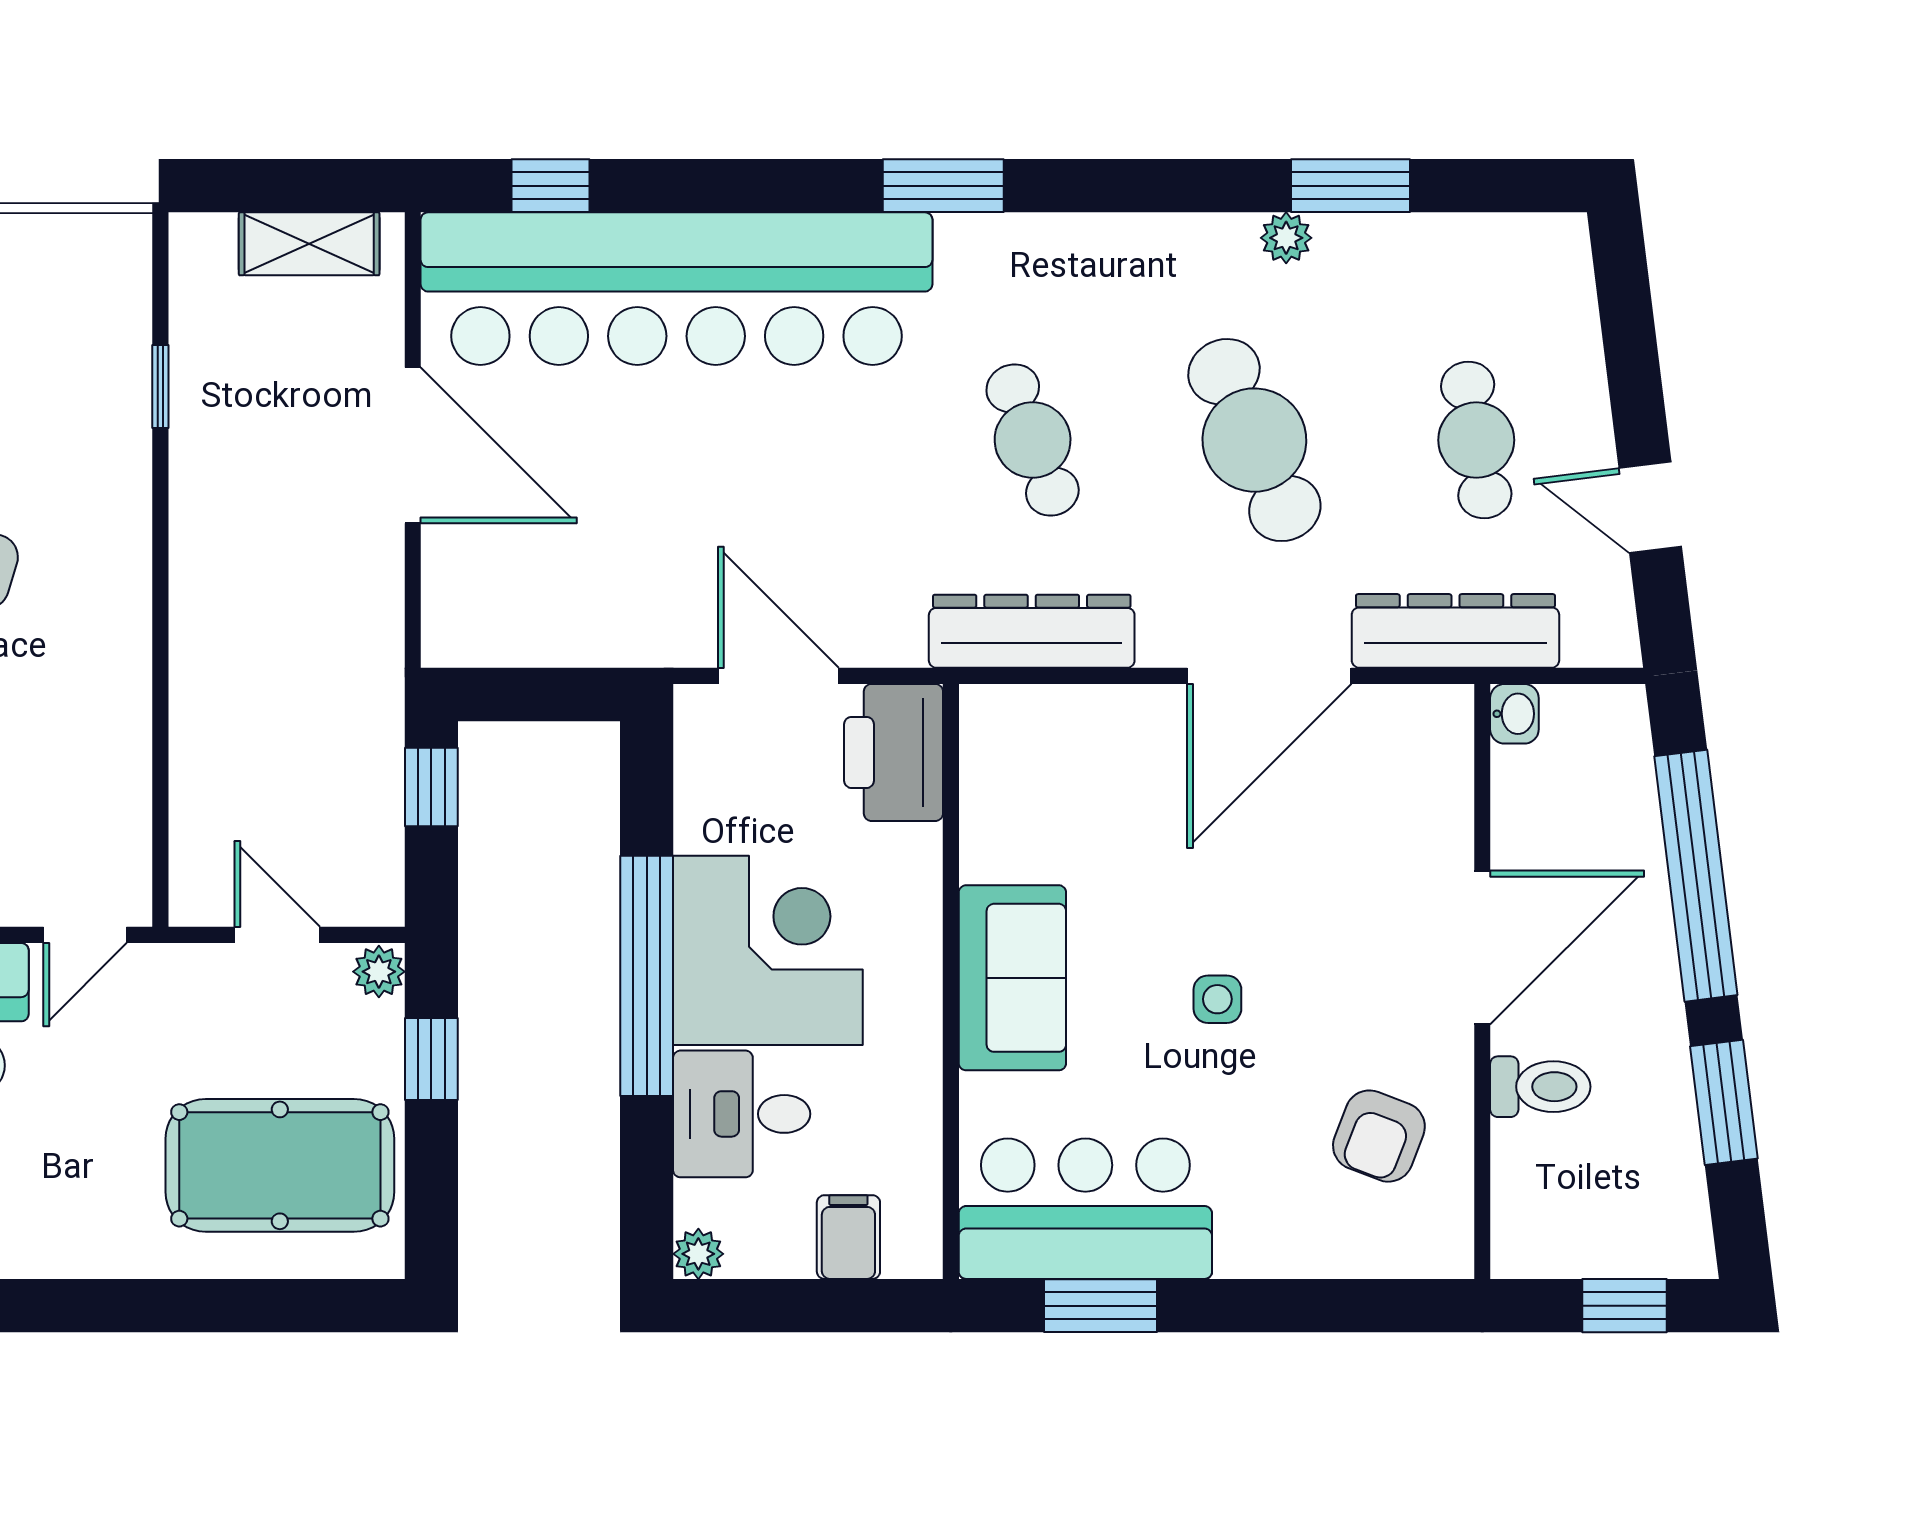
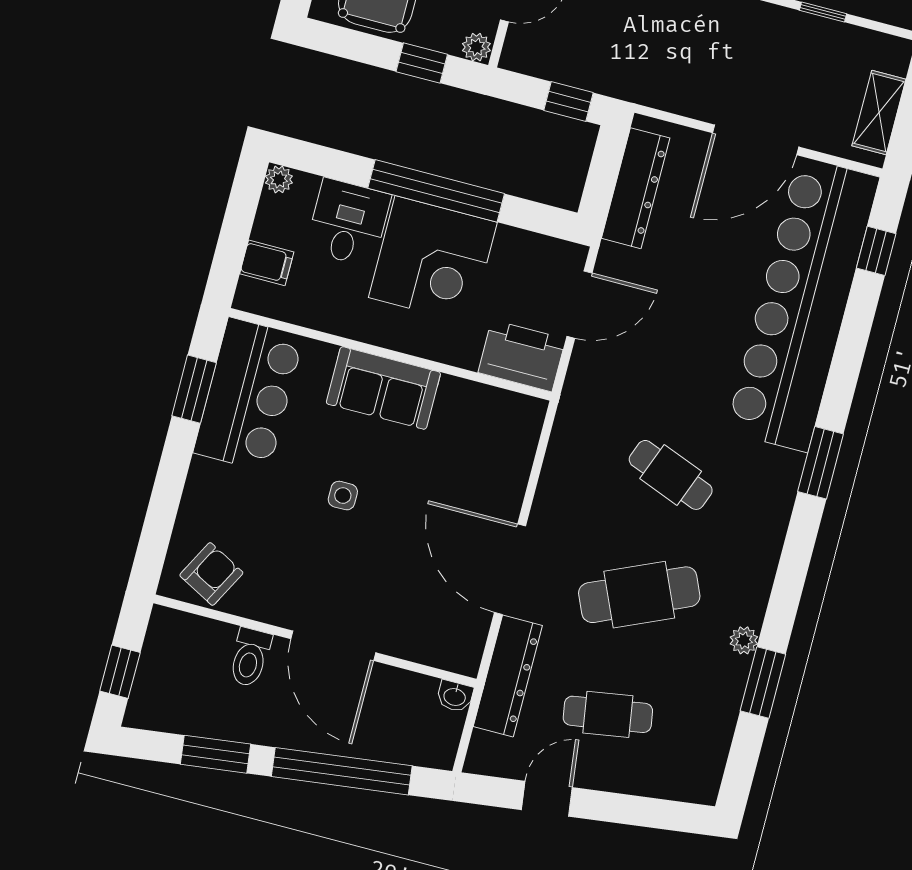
cafe table: (1033, 440) -> (671, 475), turned 42
dresser: (1032, 631) -> (636, 188), moved
armchair: (1379, 1136) -> (211, 574), moved, turned 97

